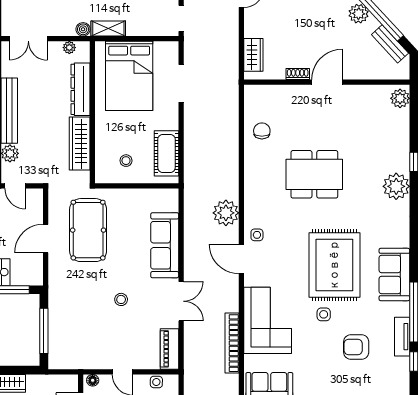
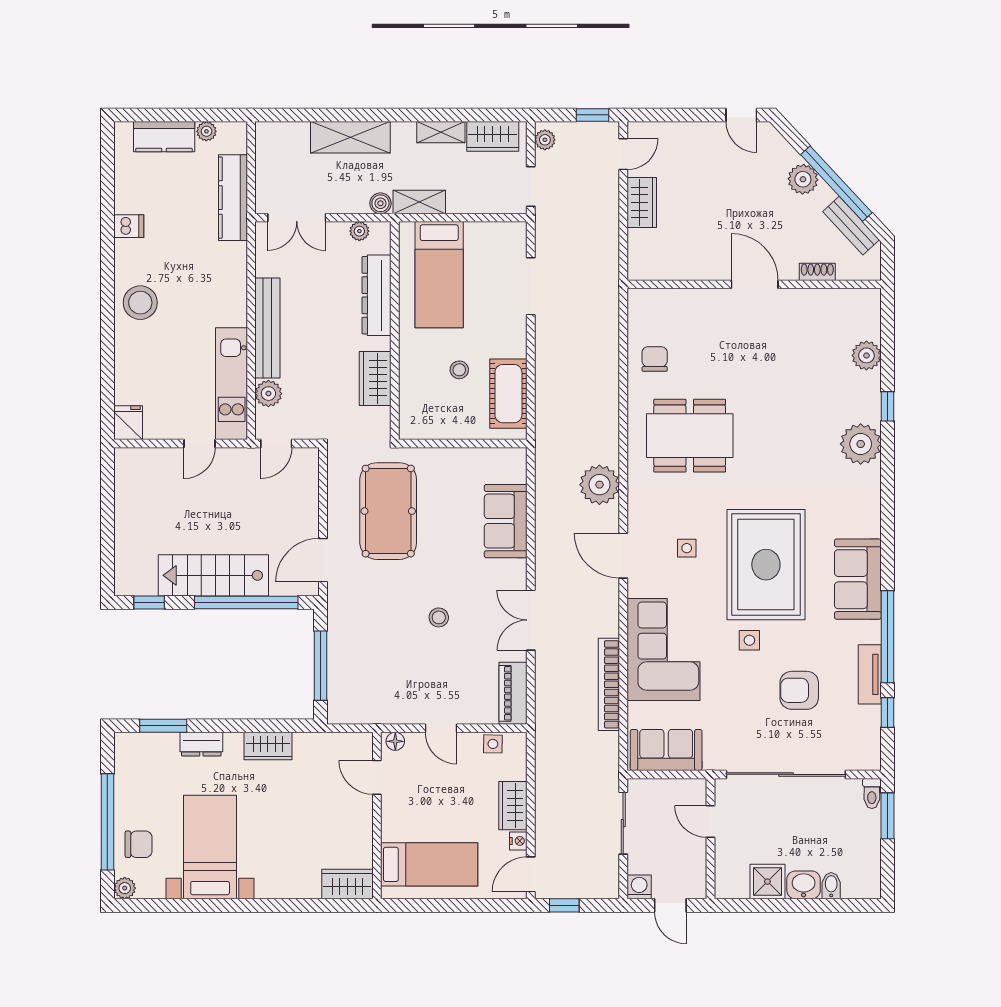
wardrobe: (253, 55) -> (642, 202), moved
shoe rack: (298, 74) -> (817, 272), moved
bed: (129, 76) -> (439, 275), width x0.67
door: (327, 82) -> (755, 284), hinge flipped
plant: (400, 98) -> (866, 355), moved
wardrobe: (80, 144) -> (375, 378), width x0.67
stool: (126, 161) -> (459, 370), moved
dining table: (314, 174) -> (690, 436), moved
door: (15, 186) -> (276, 443), hinge flipped
side table: (257, 235) -> (687, 548), moved
door: (46, 239) -> (323, 560), moved
sofa: (165, 245) -> (506, 521), width x0.73
double door: (181, 301) -> (531, 620), swing flipped

